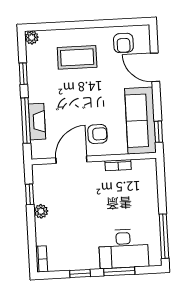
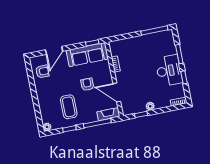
coffee table: (77, 57) -> (69, 107), moved
fireplace: (37, 122) -> (108, 114), moved
armchair: (97, 134) -> (87, 84), moved
desk: (124, 249) -> (169, 71), moved

